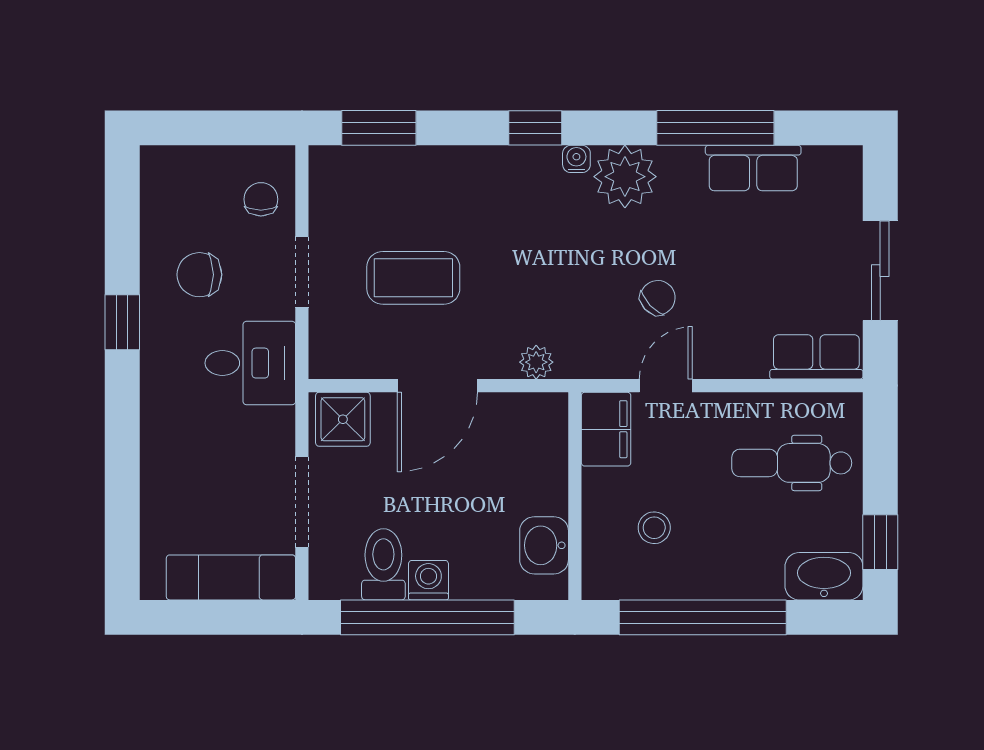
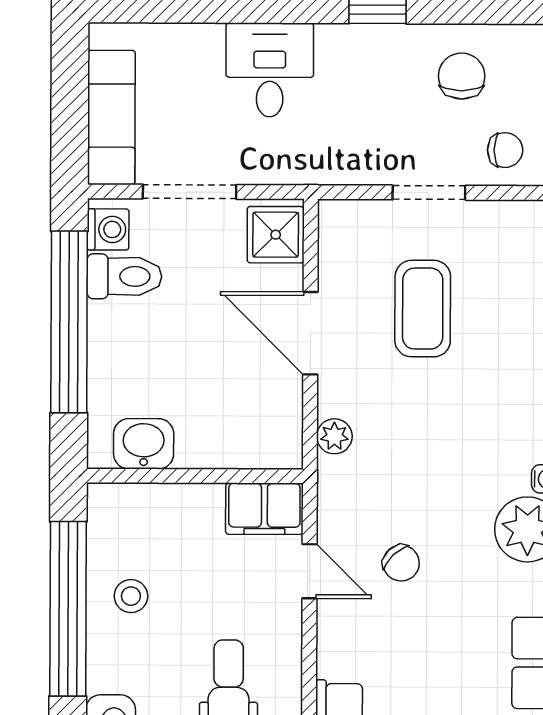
chair: (199, 275) -> (462, 76), moved
desk: (250, 363) -> (270, 70), moved, turned 180
stool: (654, 528) -> (131, 596), moved
washing machine: (428, 580) -> (108, 229), moved

